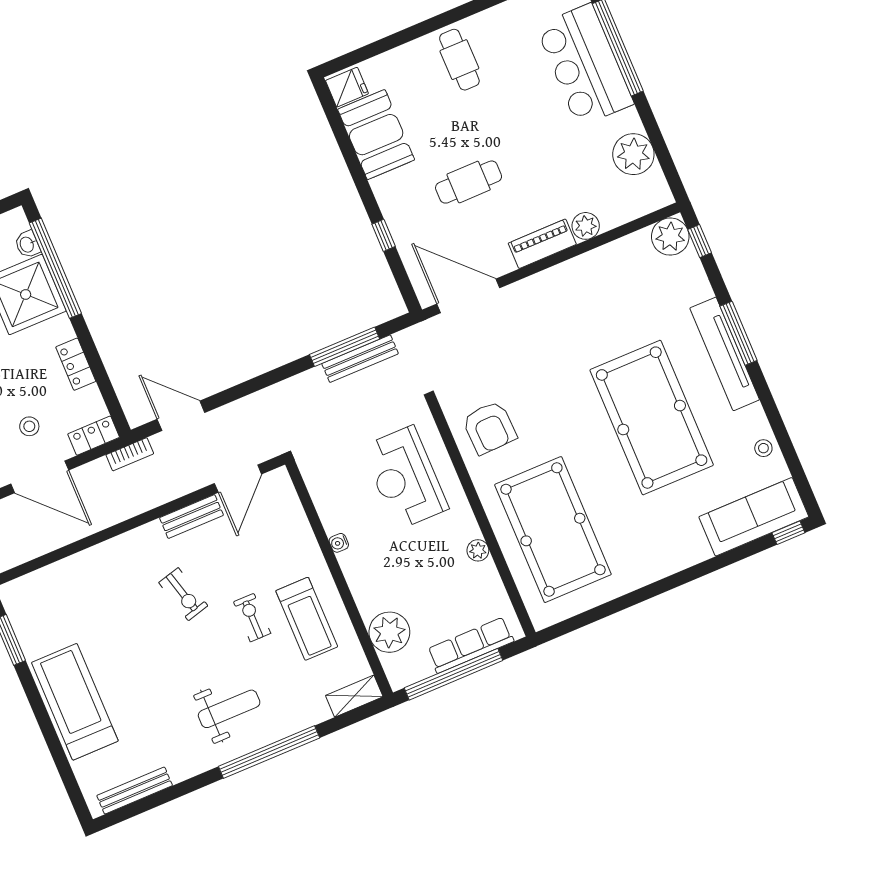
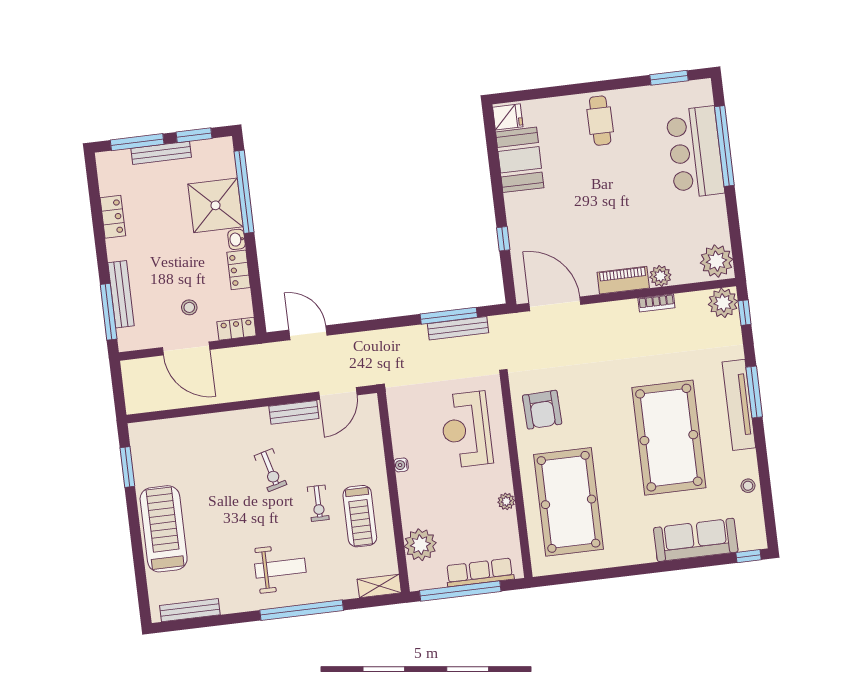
plant: (633, 154) -> (716, 261), moved
cafe table: (469, 182) -> (580, 217), removed
washbasin: (27, 244) -> (237, 239), moved
bookcase: (130, 454) -> (656, 303), moved
sofa: (754, 517) -> (696, 540), moved
exercise bike: (252, 618) -> (318, 503), turned 180

